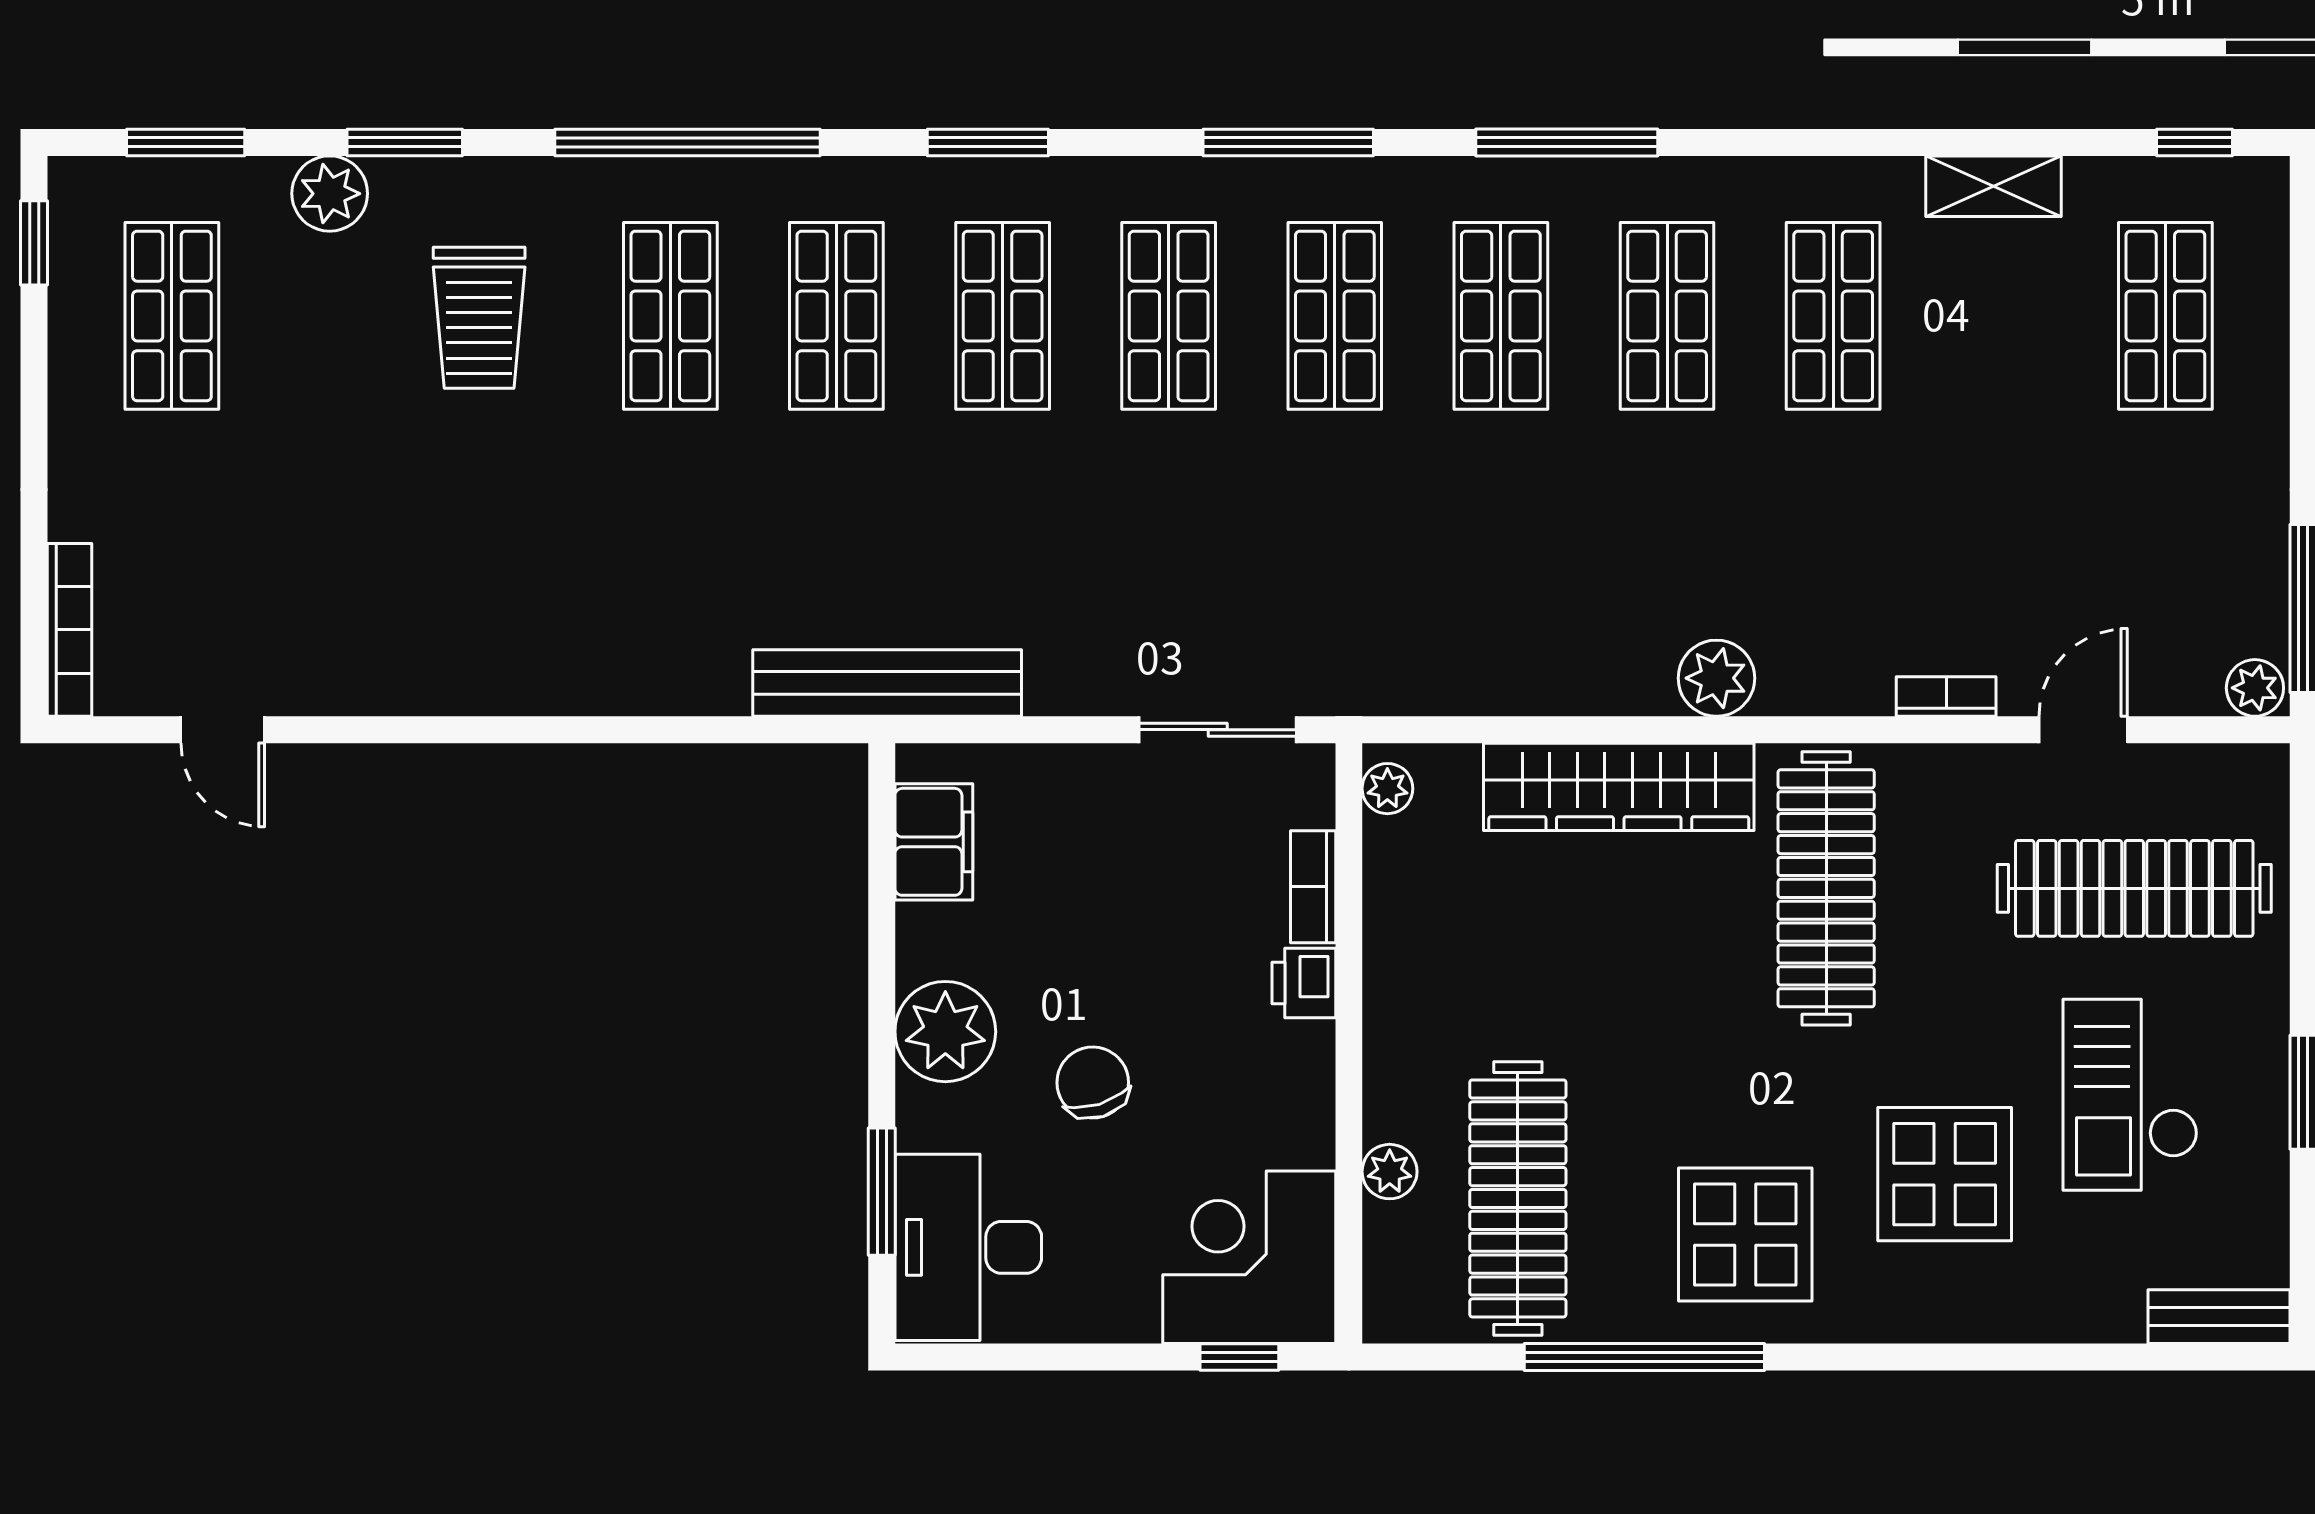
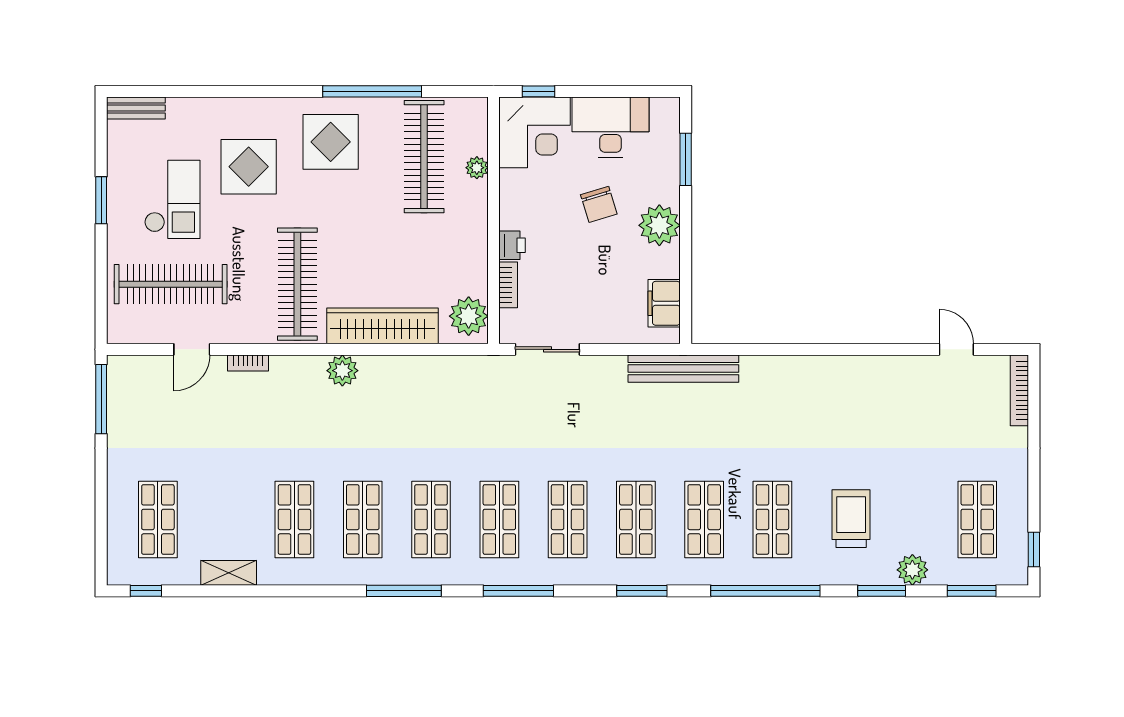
plant: (2255, 688) -> (121, 367), removed
plant: (1387, 789) -> (469, 316), width x1.88, depth x1.88
desk: (968, 1247) -> (611, 127), moved, turned -90

